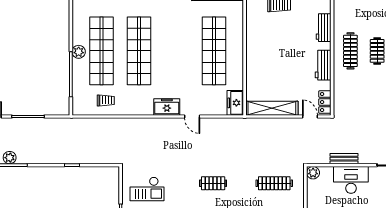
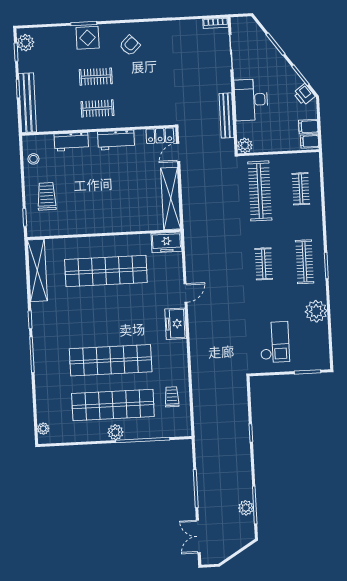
clothes rail: (350, 51) -> (97, 108), width x0.73
bench: (344, 159) -> (227, 115), width x1.36
clothes rail: (274, 183) -> (260, 191), width x1.37, depth x1.31

